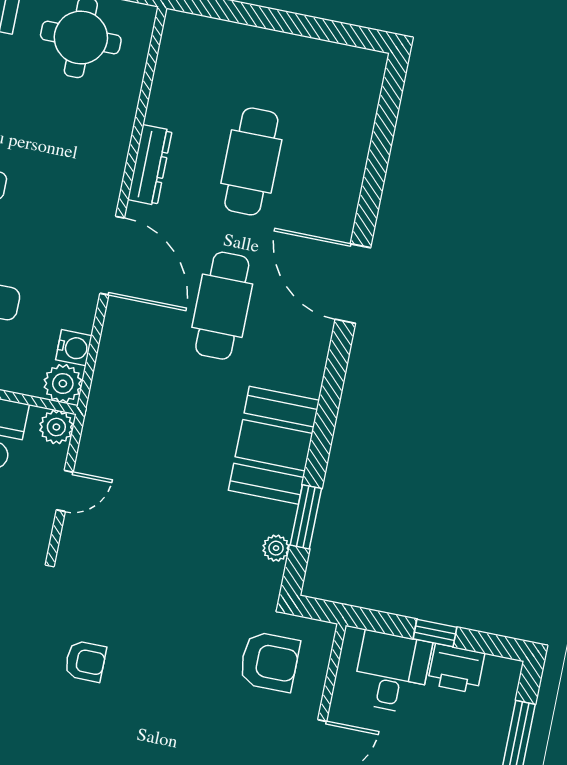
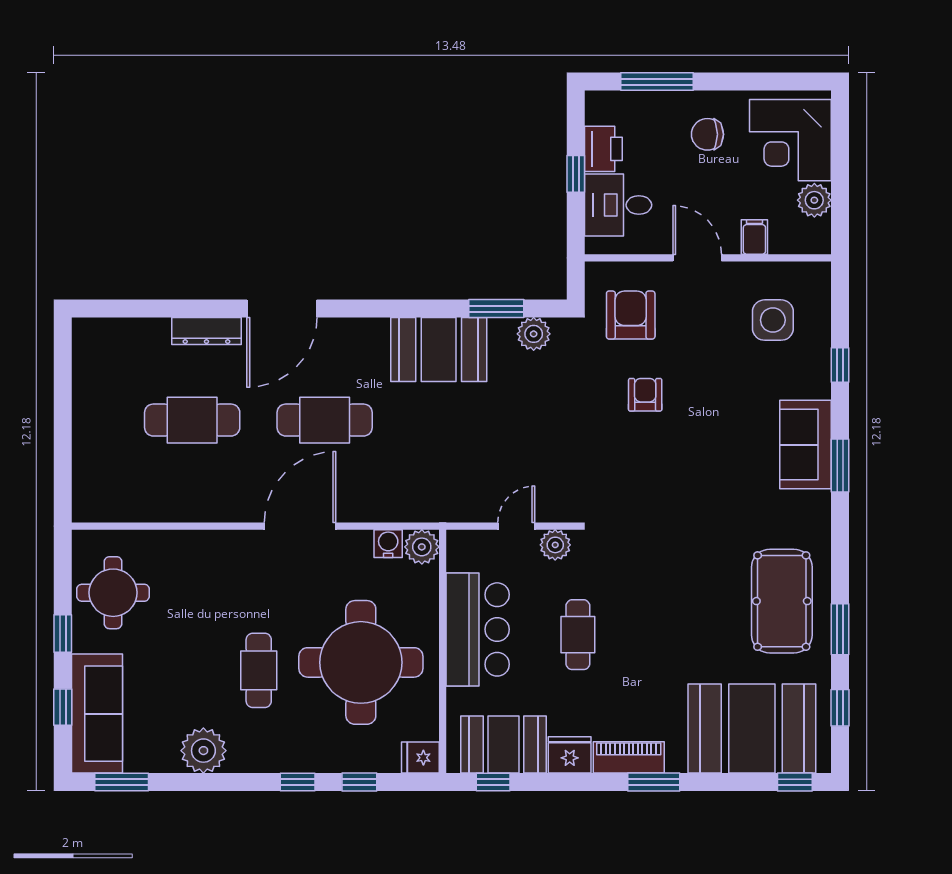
dresser: (150, 165) -> (206, 331), moved, turned 180
plant: (56, 427) -> (555, 545), moved
door: (65, 491) -> (516, 526), hinge flipped
plant: (276, 548) -> (534, 334), width x1.38, depth x1.38
armchair: (85, 661) -> (645, 395), moved

